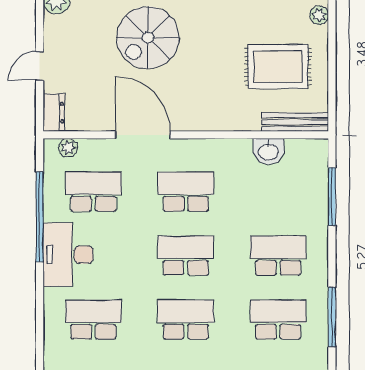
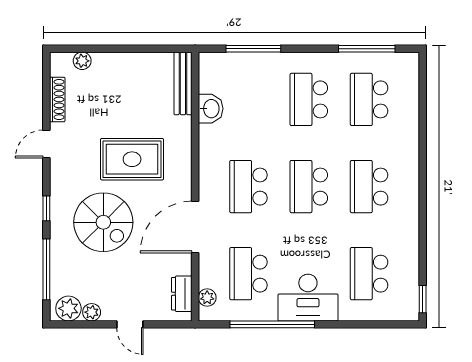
plant: (53, 25) -> (92, 312), added
rug: (278, 67) -> (132, 159), moved, turned 90
dresser: (54, 113) -> (182, 294), moved, turned -90

